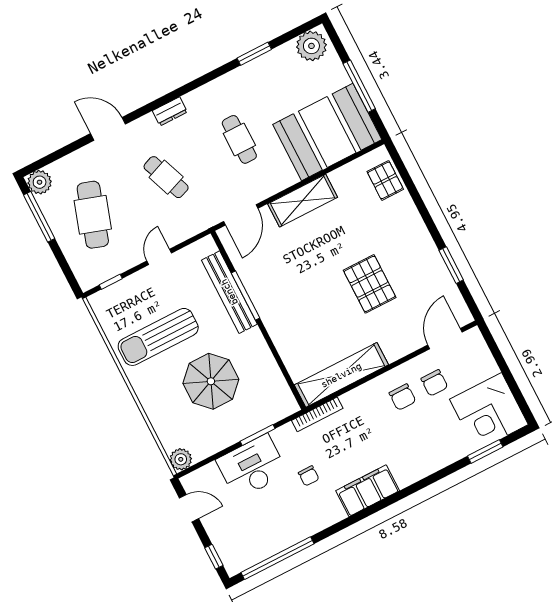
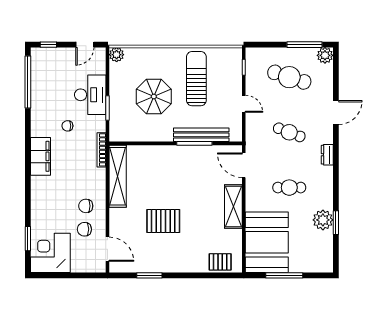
plant: (311, 46) -> (323, 220), moved
cafe table: (166, 177) -> (289, 132), turned 42

